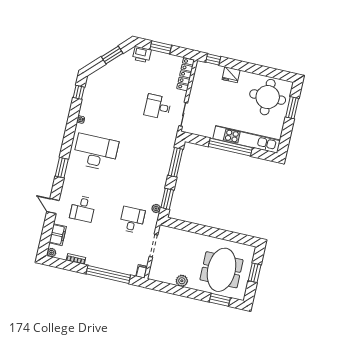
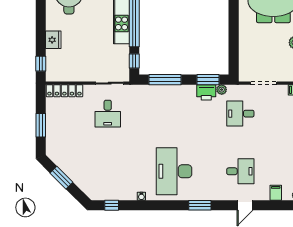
printer: (142, 55) -> (206, 92), moved, turned 90
window: (197, 140) -> (134, 61), added
filing cabinet: (58, 235) -> (276, 193), width x0.50

